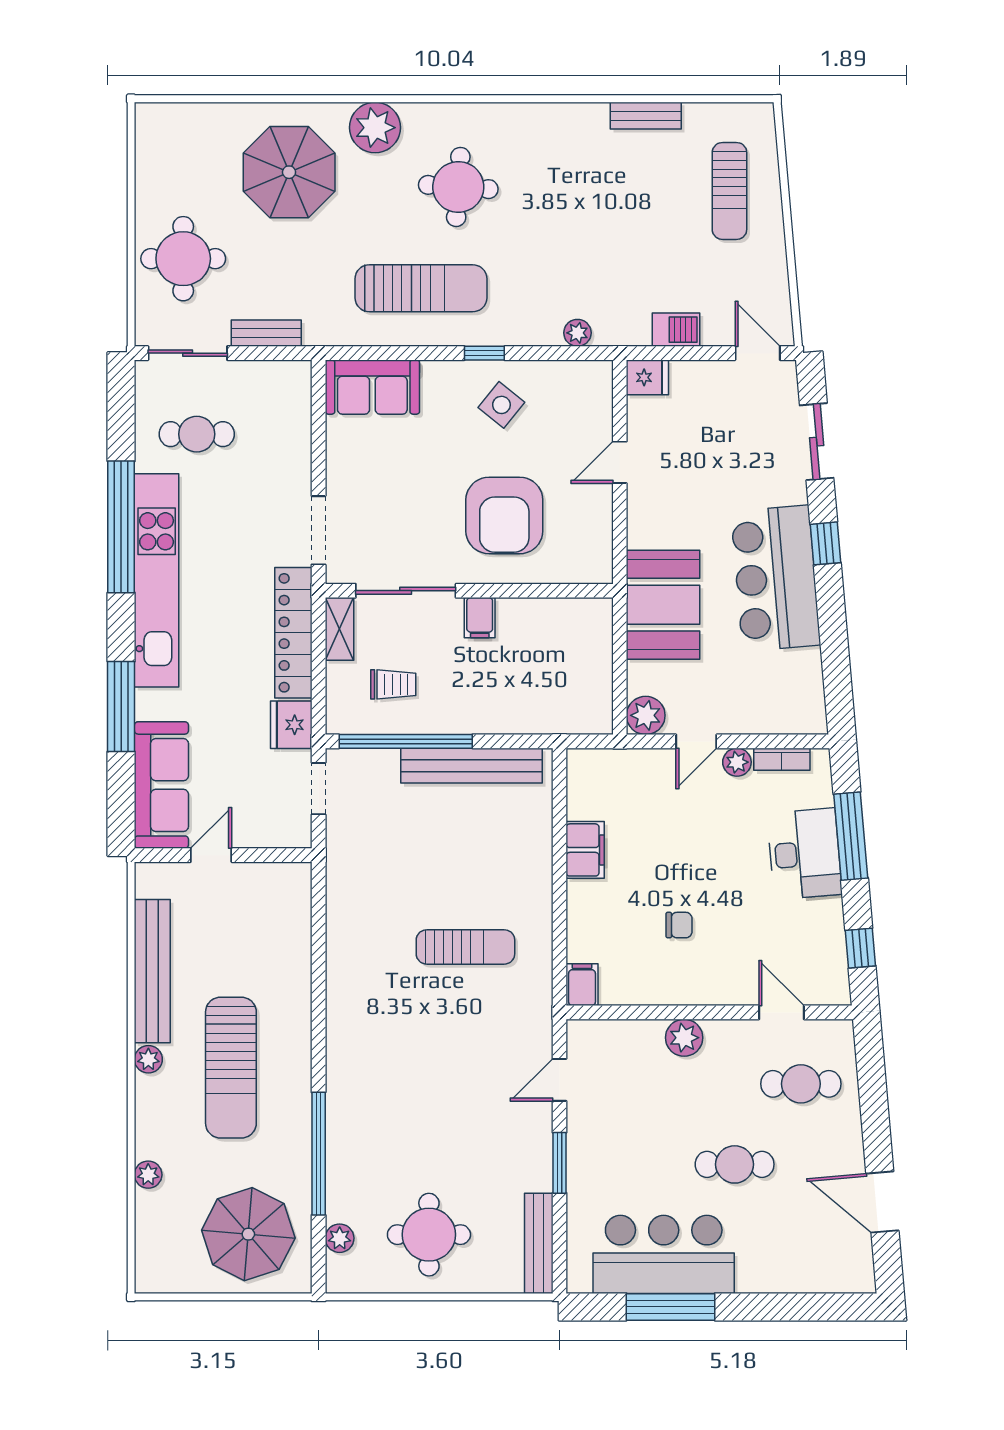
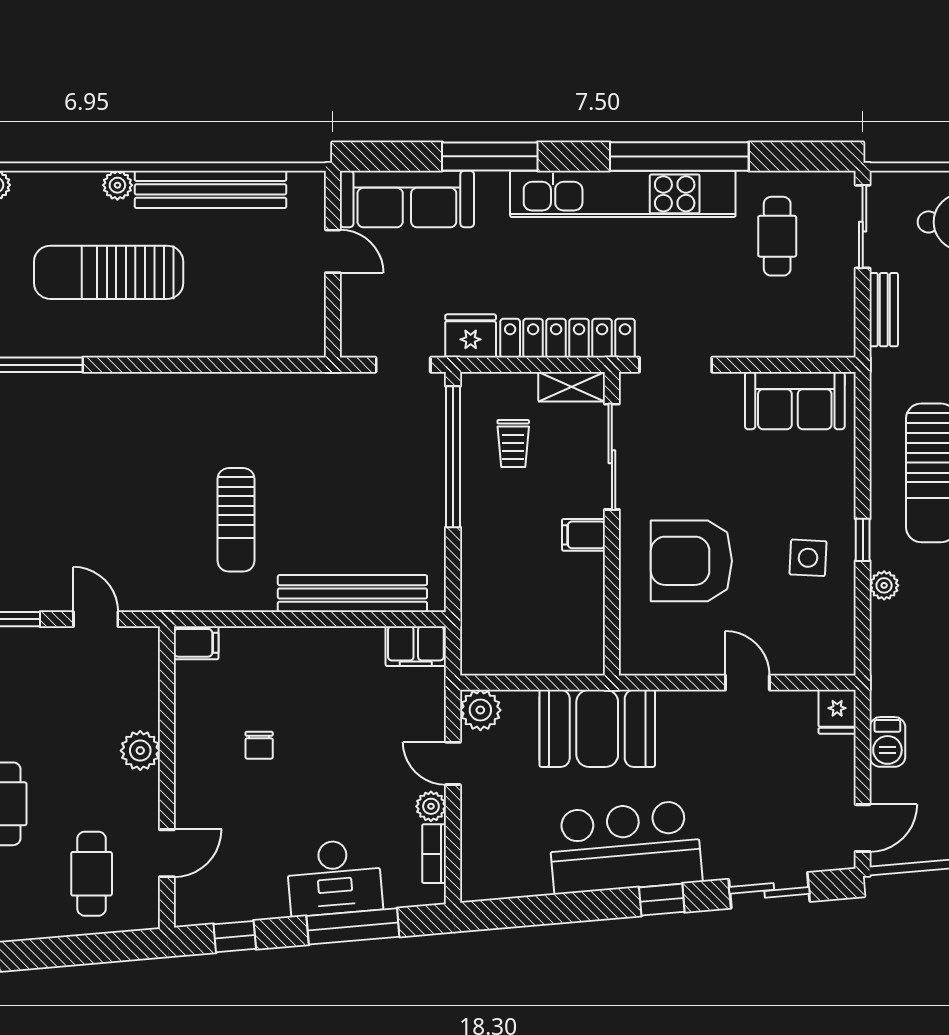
plant: (577, 333) -> (884, 585), moved
sofa: (372, 387) -> (795, 401), moved, turned -90
side table: (501, 405) -> (808, 558), turned -36
bench: (471, 766) -> (352, 593), moved, turned 90
filing cabinet: (585, 850) -> (416, 646), moved

